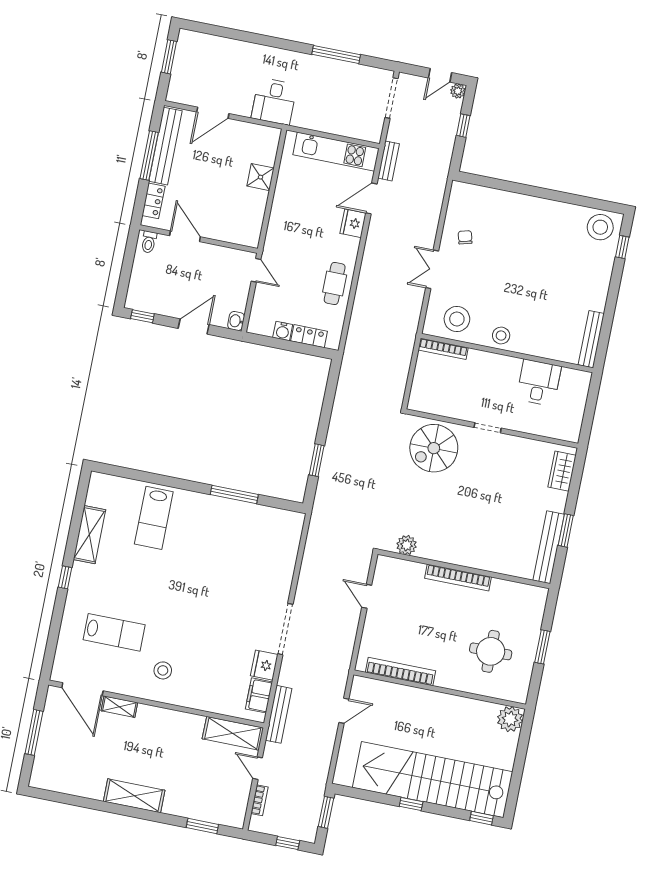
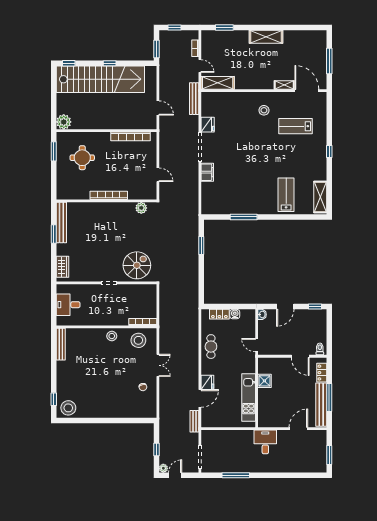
kitchen unit: (336, 152) -> (249, 398), moved, turned -90
shower: (261, 177) -> (264, 381), moved
desk: (539, 383) -> (68, 305), moved, turned 90
shelving: (89, 535) -> (320, 197), moved
window: (542, 647) -> (54, 151), moved
filing cabinet: (259, 695) -> (207, 172), moved
door: (344, 711) -> (158, 108), swing flipped

